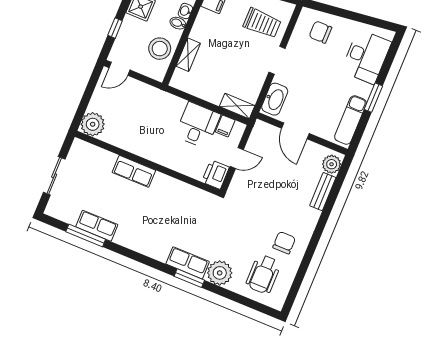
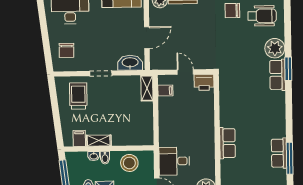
shelving: (188, 55) -> (99, 141), moved
desk: (198, 125) -> (174, 161), moved

